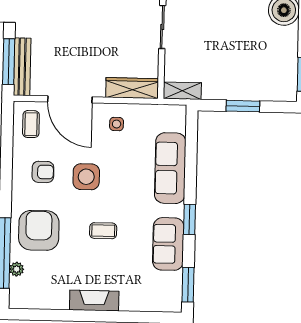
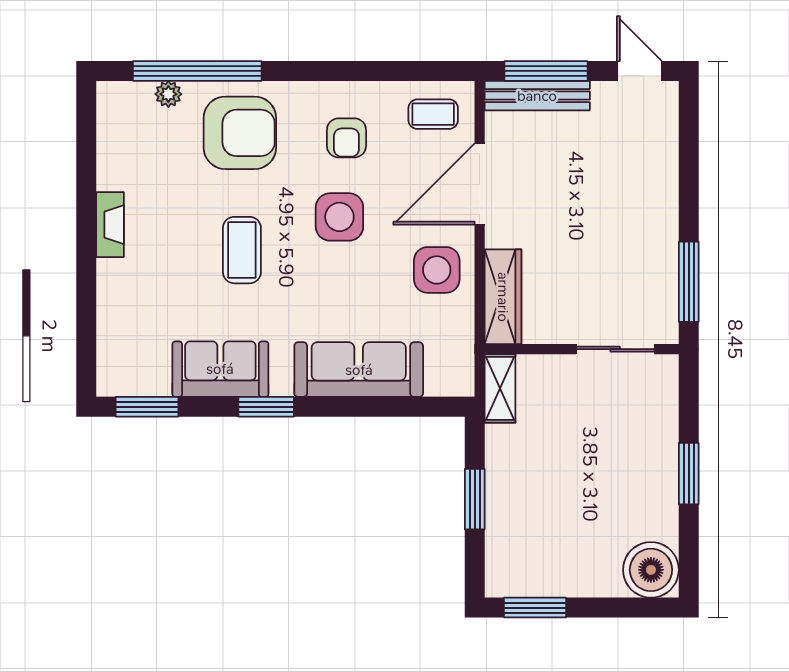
side table: (117, 124) -> (437, 270), width x1.87, depth x1.87
coffee table: (103, 231) -> (242, 250), width x1.36, depth x1.30
fireplace: (94, 301) -> (110, 225), width x0.73, depth x0.76

